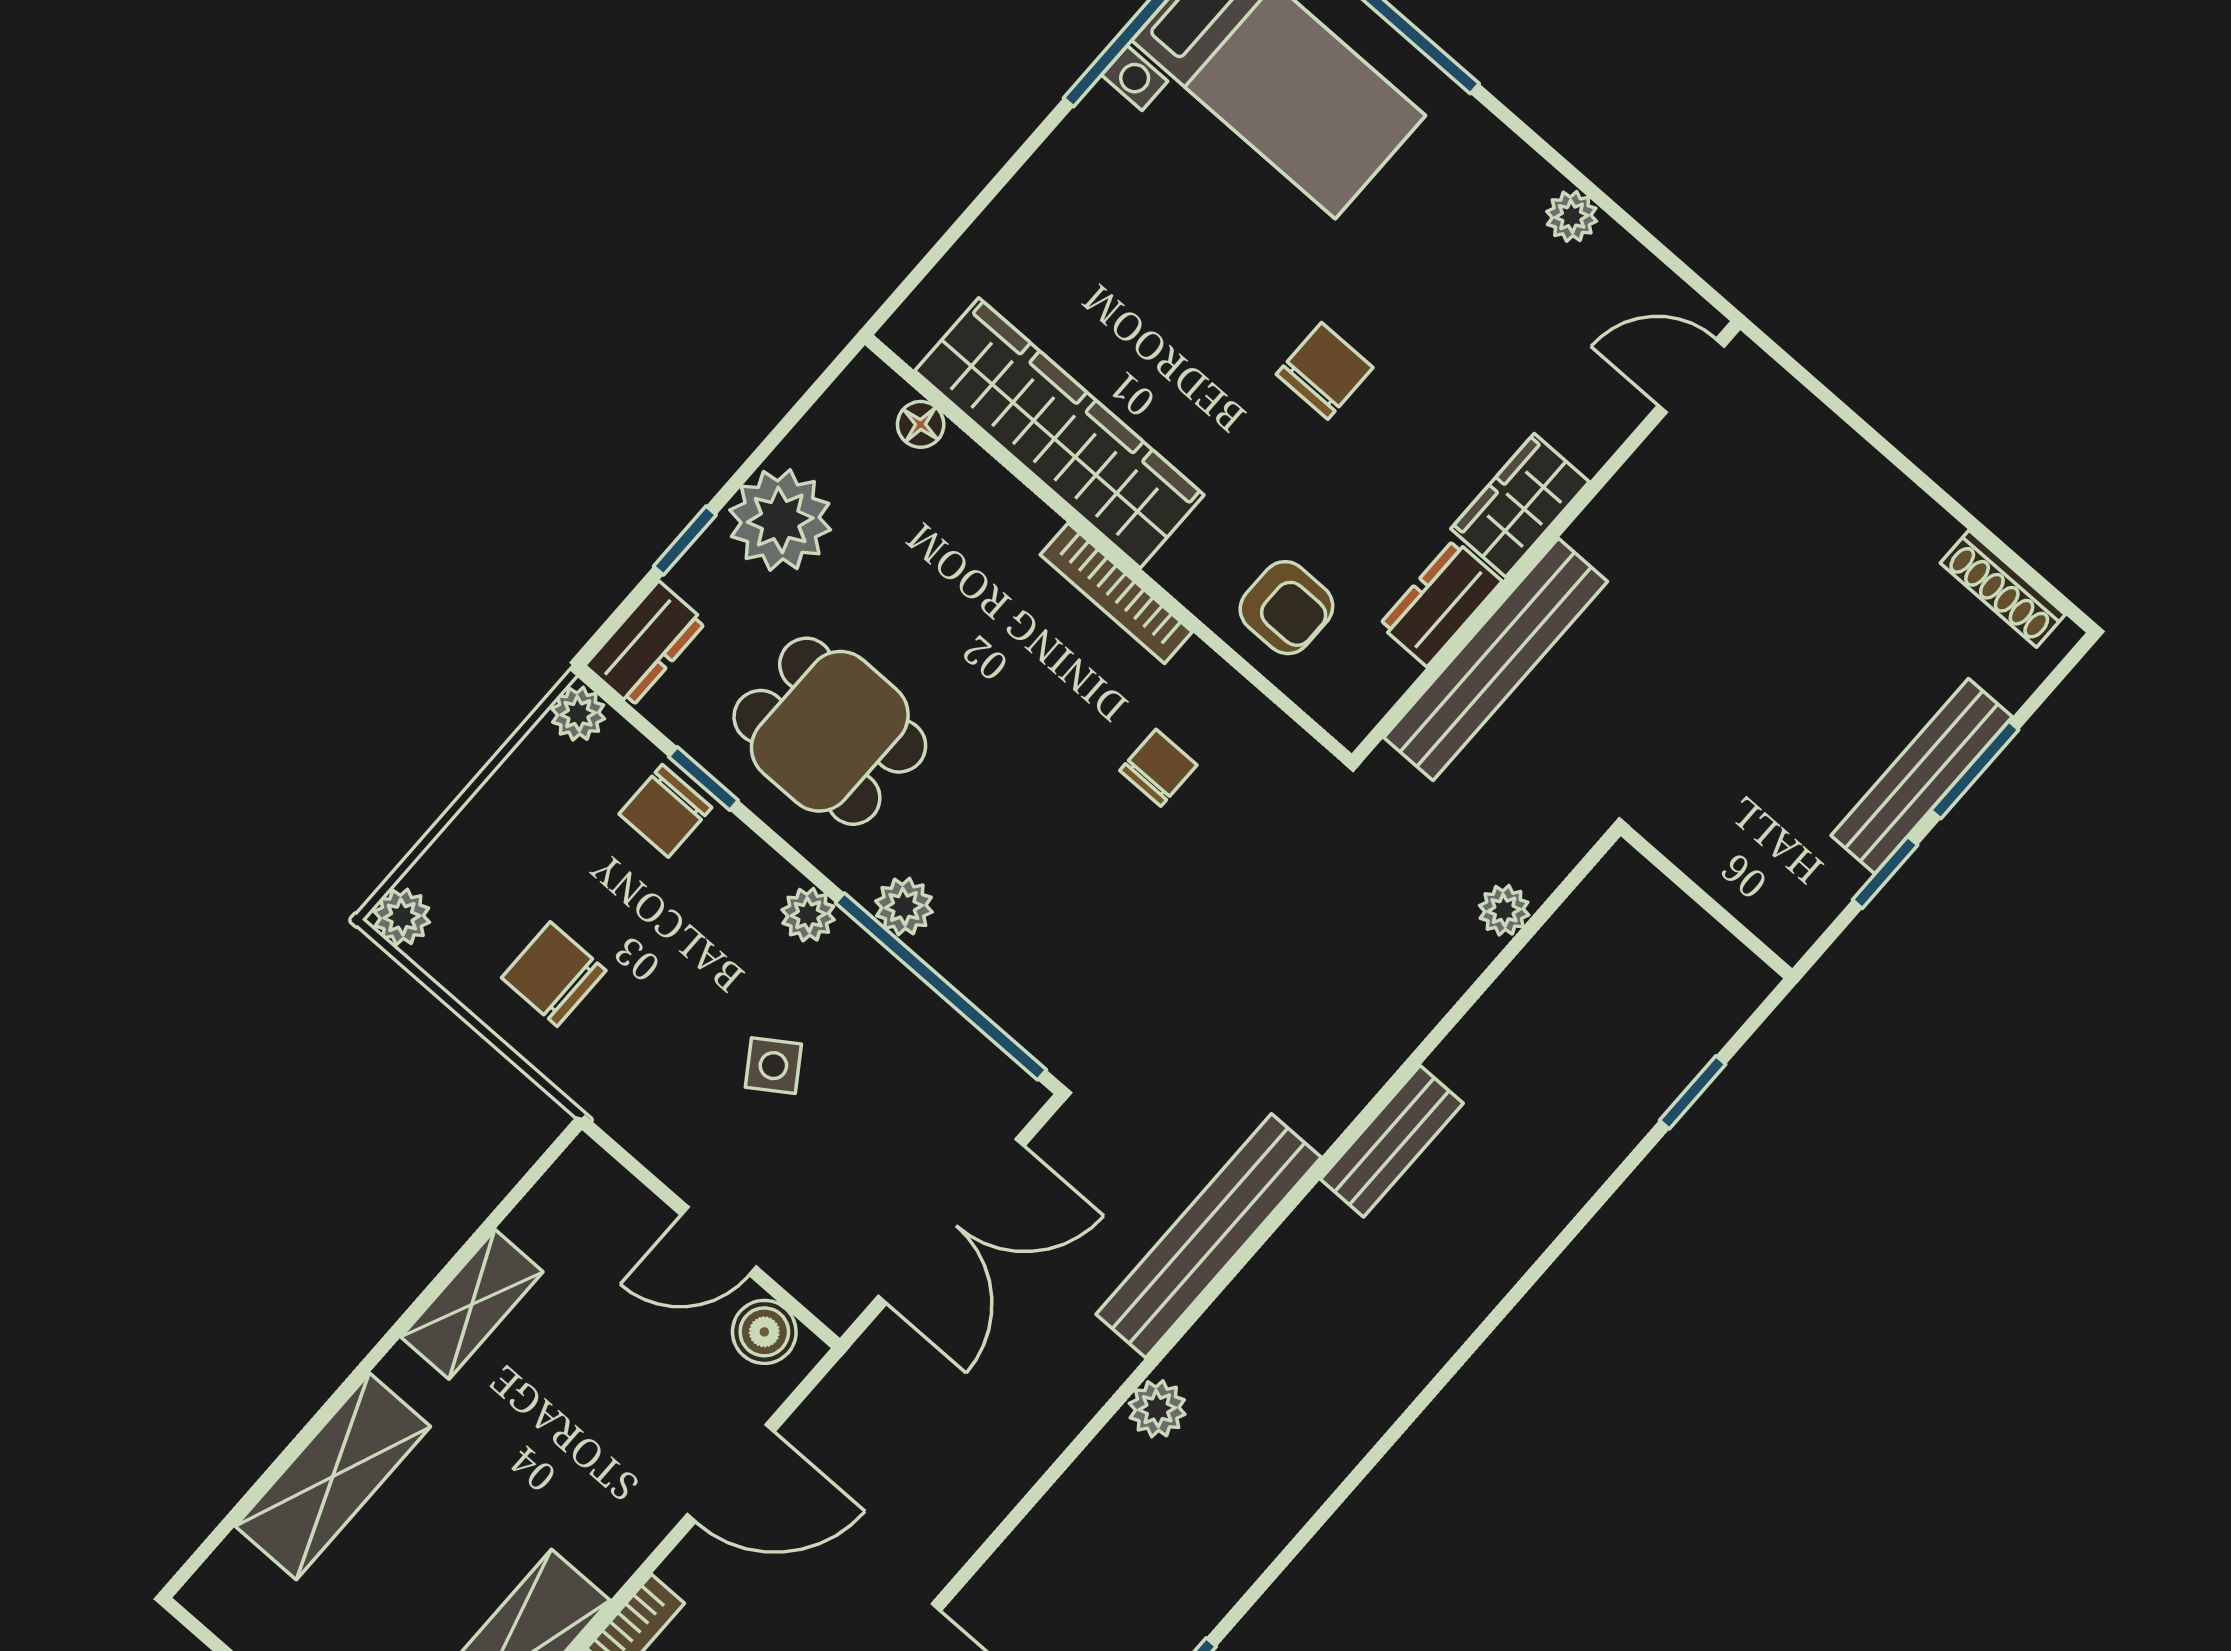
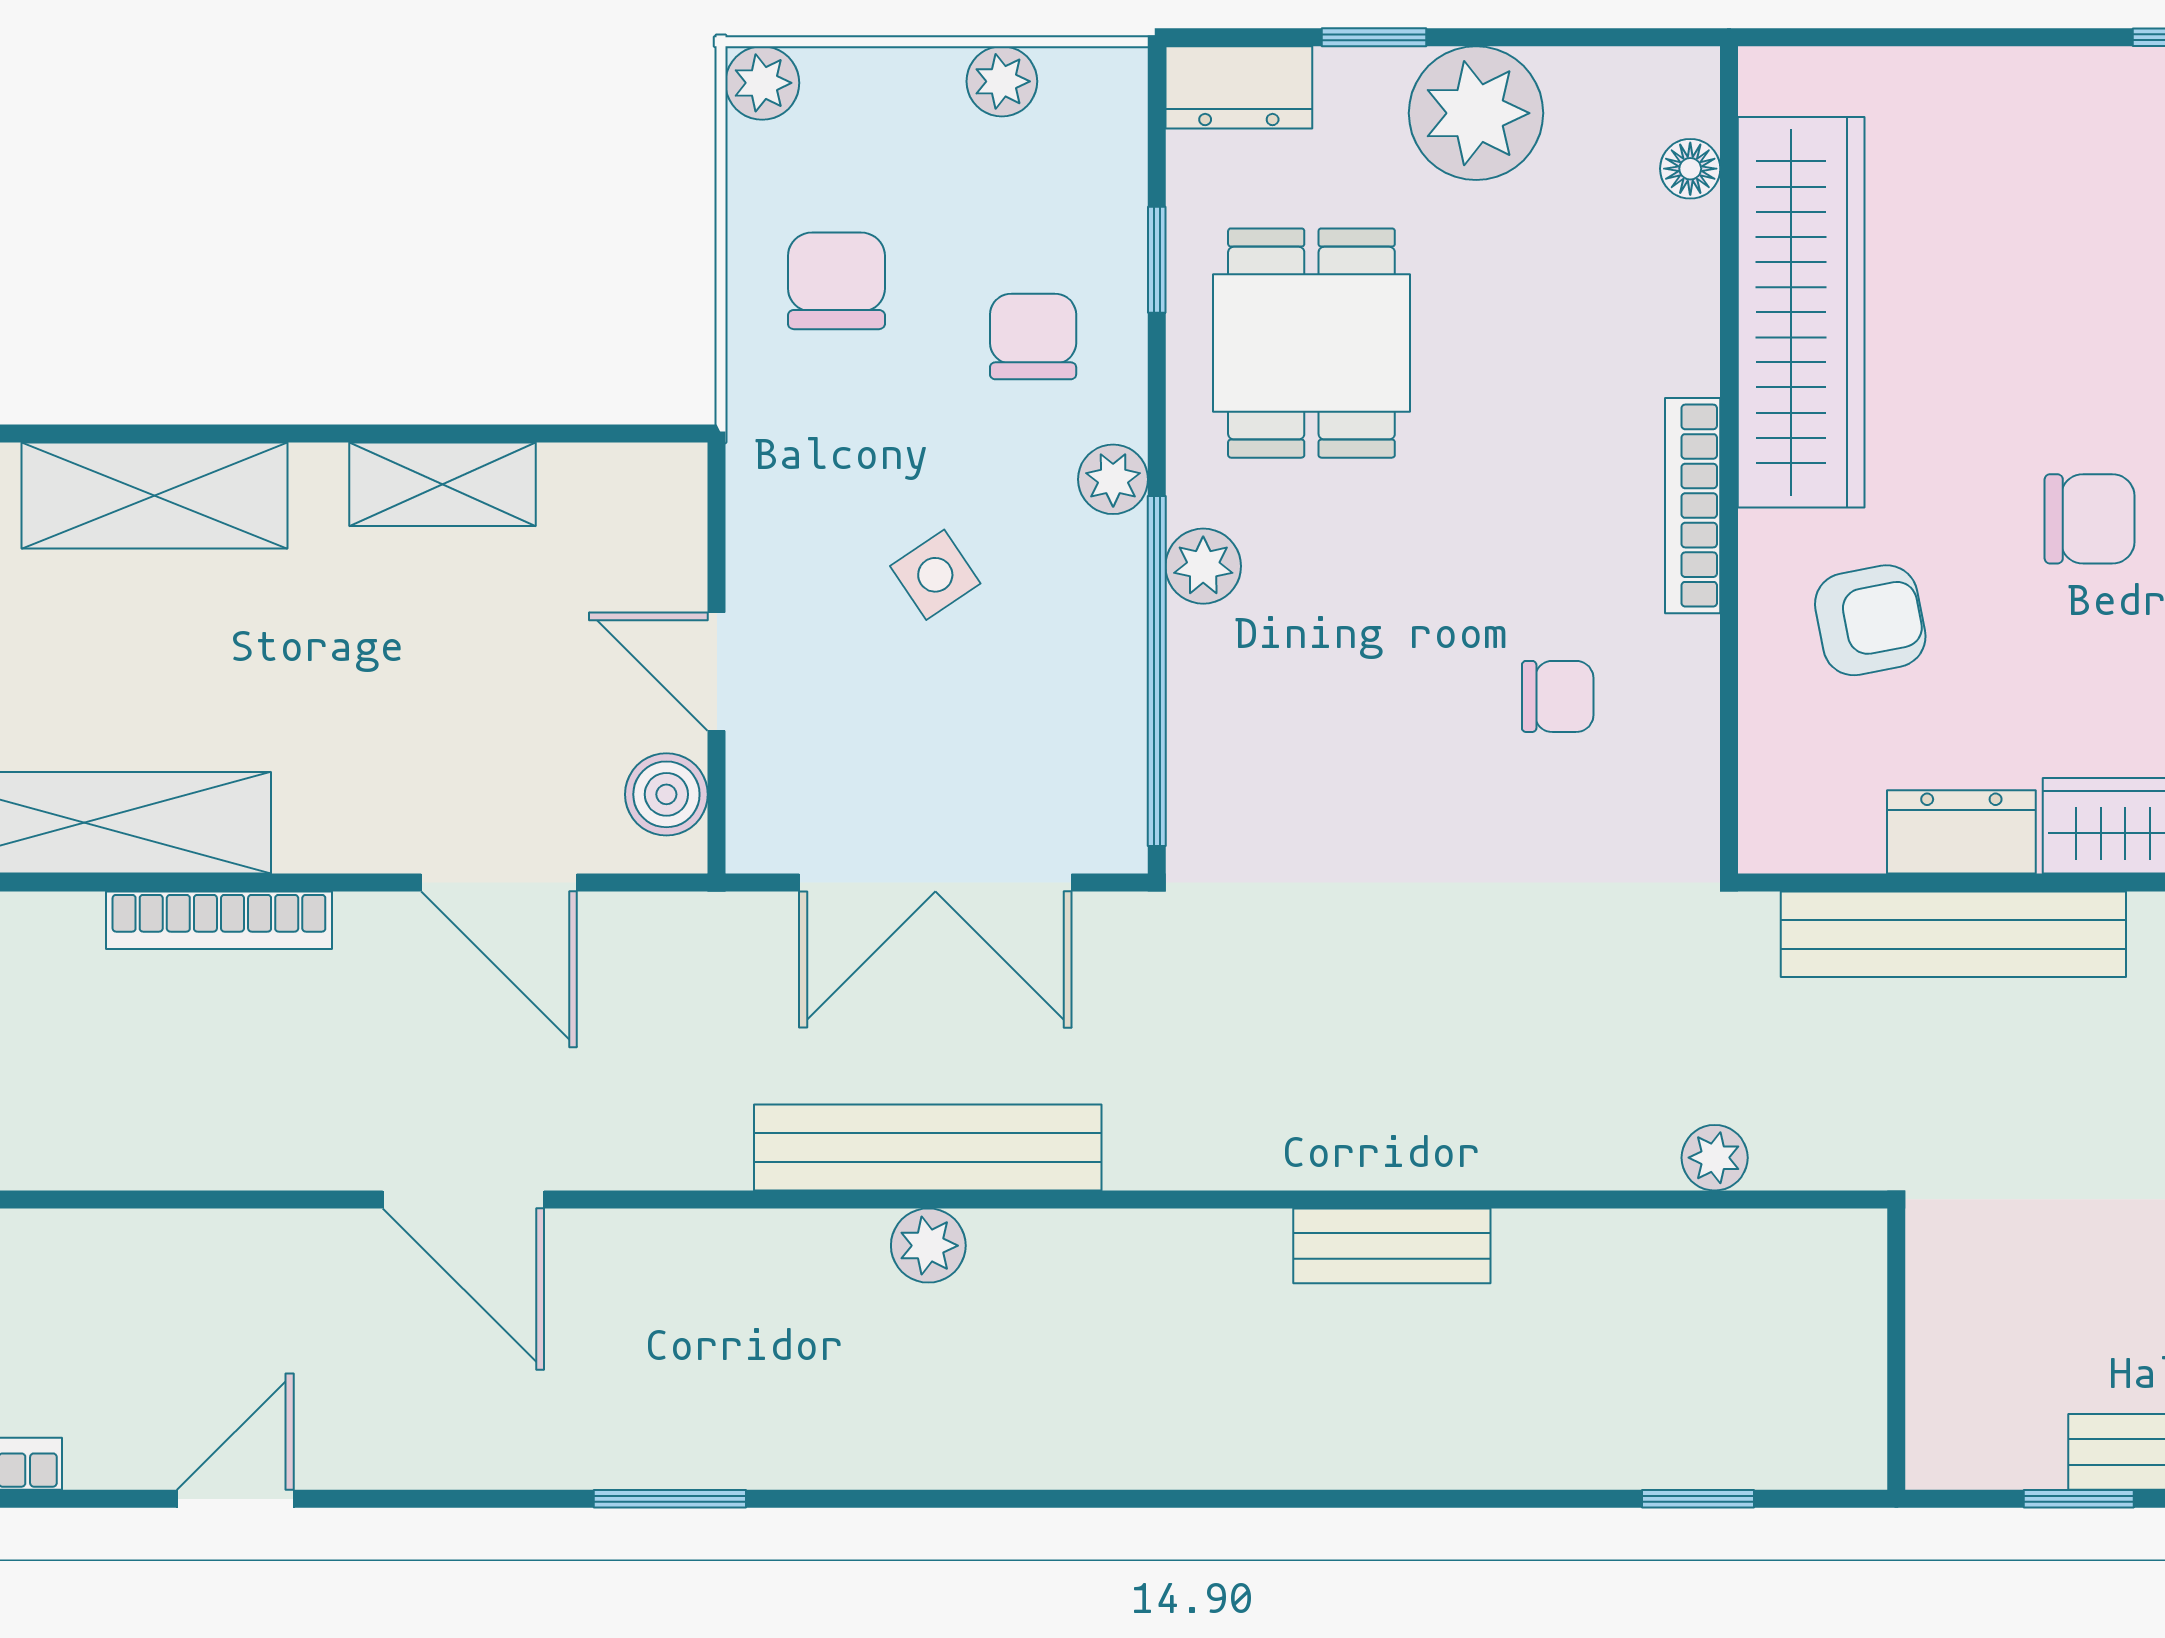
armchair: (1286, 608) -> (1870, 620), moved, turned -101
plant: (578, 714) -> (1002, 81), moved
chair: (665, 811) -> (1033, 336), moved, turned 90
bench: (1209, 1236) -> (928, 1147), moved

